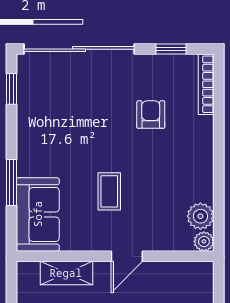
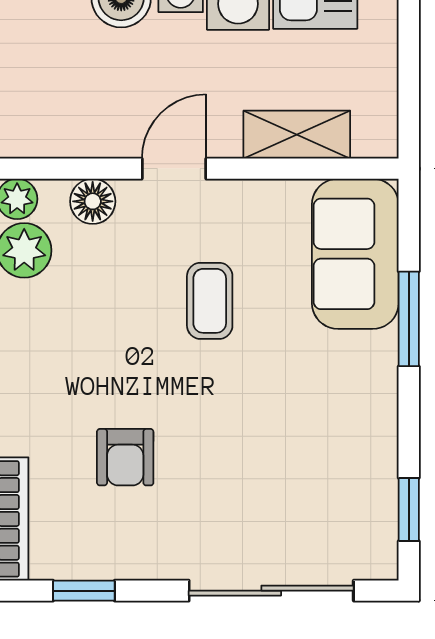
sliding door: (79, 49) -> (271, 591), width x0.73
floor lamp: (167, 240) -> (93, 201), added

